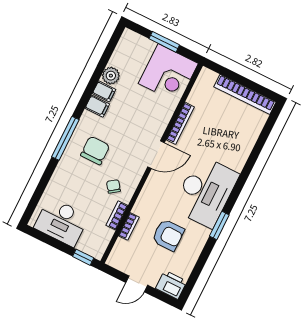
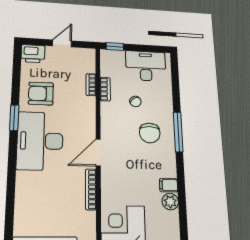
filing cabinet: (97, 106) -> (167, 170), removed
chair: (113, 186) -> (136, 102), moved
armchair: (168, 235) -> (41, 94), moved

